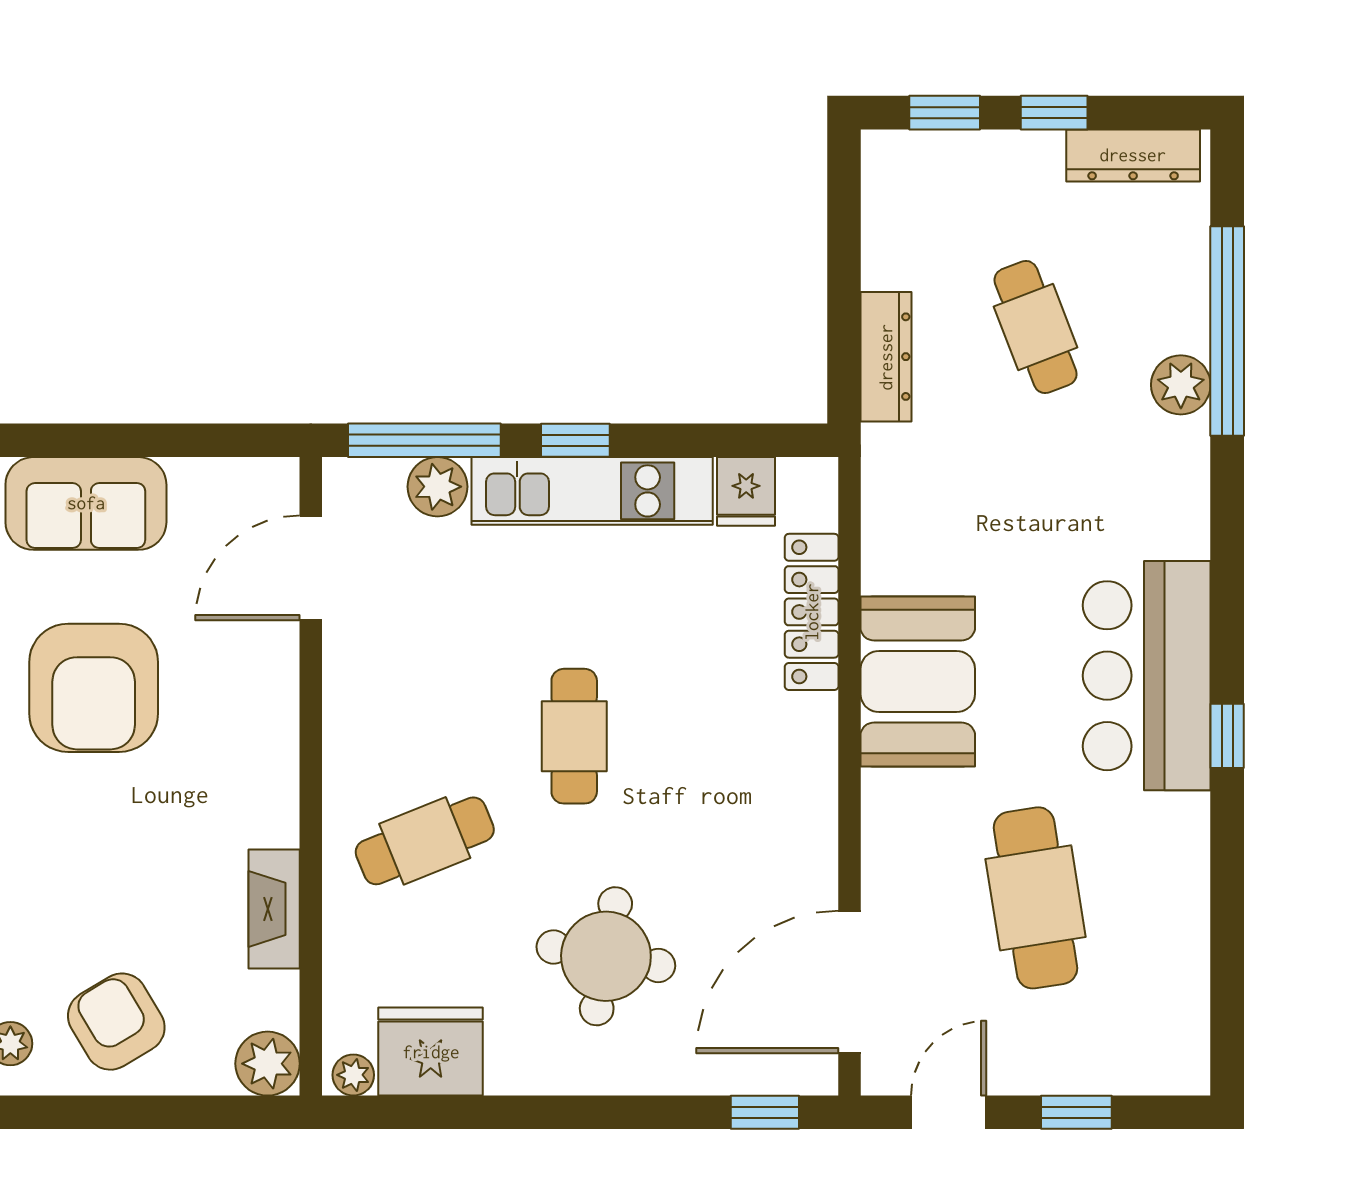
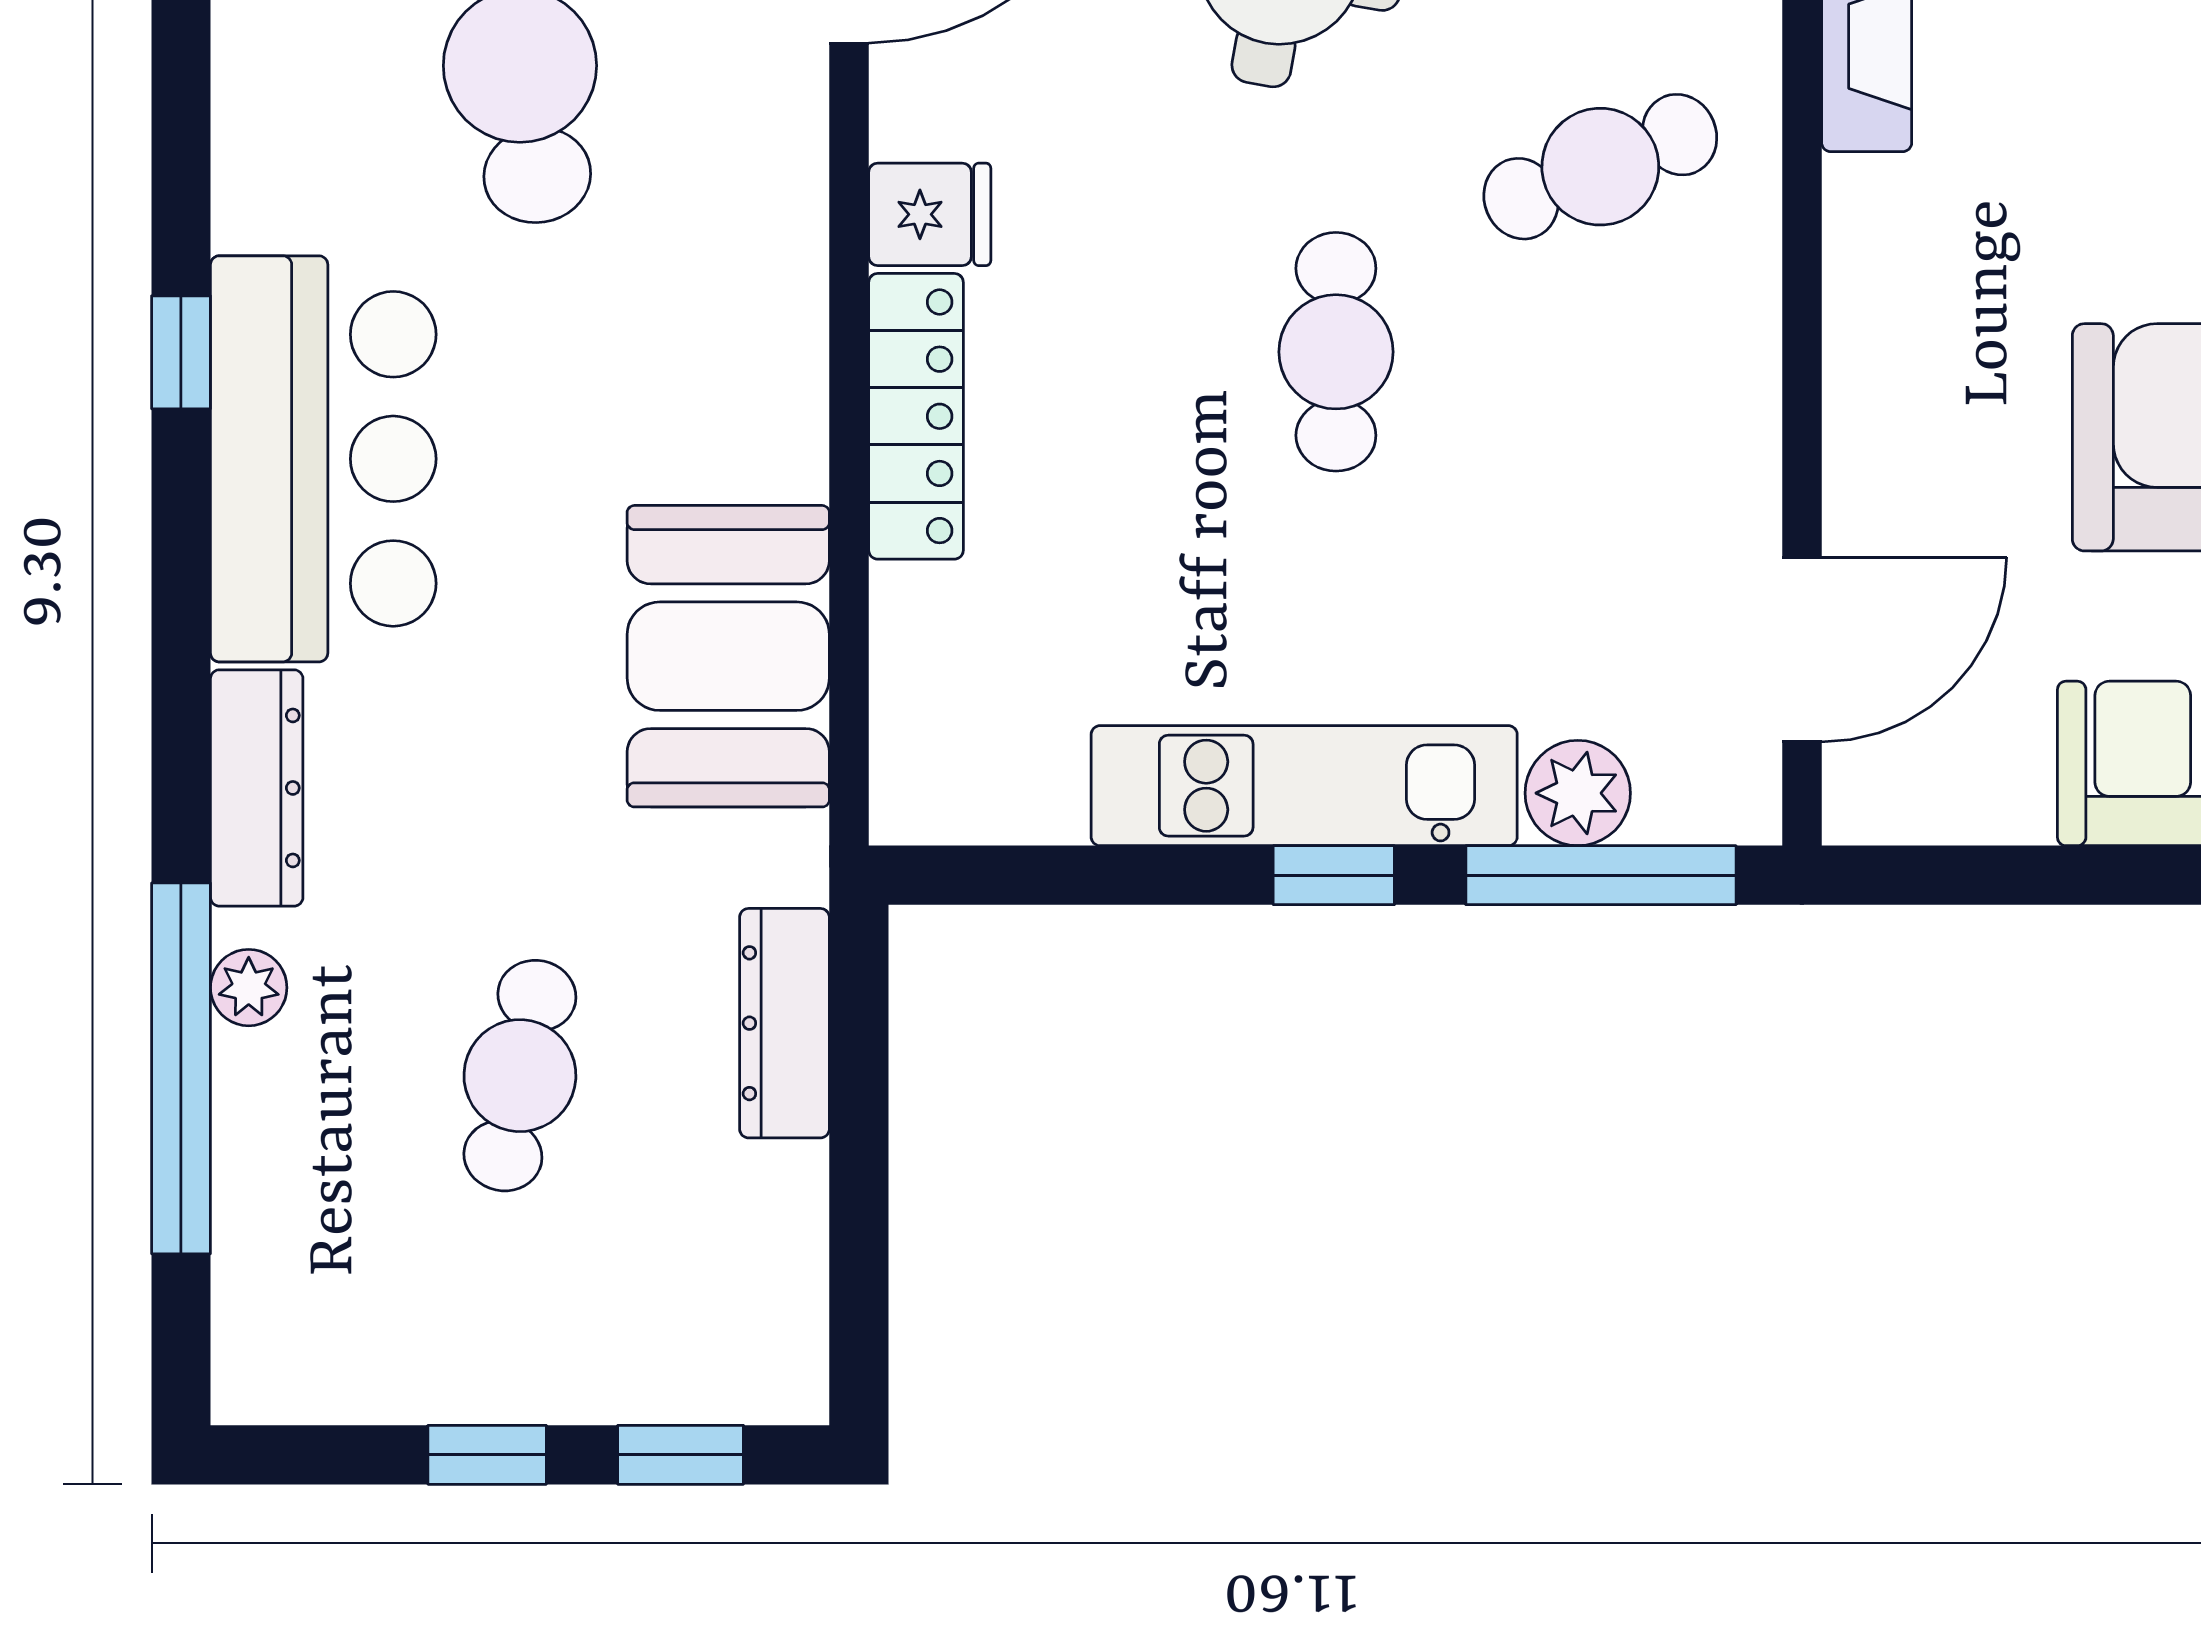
dresser: (1133, 155) -> (257, 788), moved, turned 90
cafe table: (1036, 327) -> (520, 1076), turned 33
plant: (1181, 385) -> (249, 988), width x0.73, depth x0.73
fridge: (746, 491) -> (930, 214), moved, turned 90
locker: (812, 612) -> (916, 416), moved
booth: (918, 682) -> (728, 656), moved

